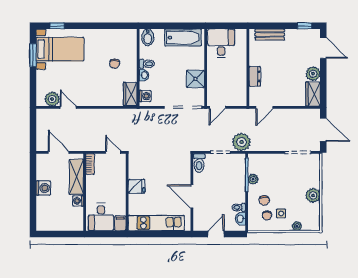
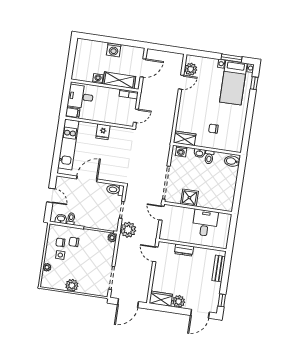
bathtub: (183, 38) -> (227, 192), removed
desk: (221, 43) -> (205, 223), moved, turned -90
plant: (253, 179) -> (112, 238), moved

